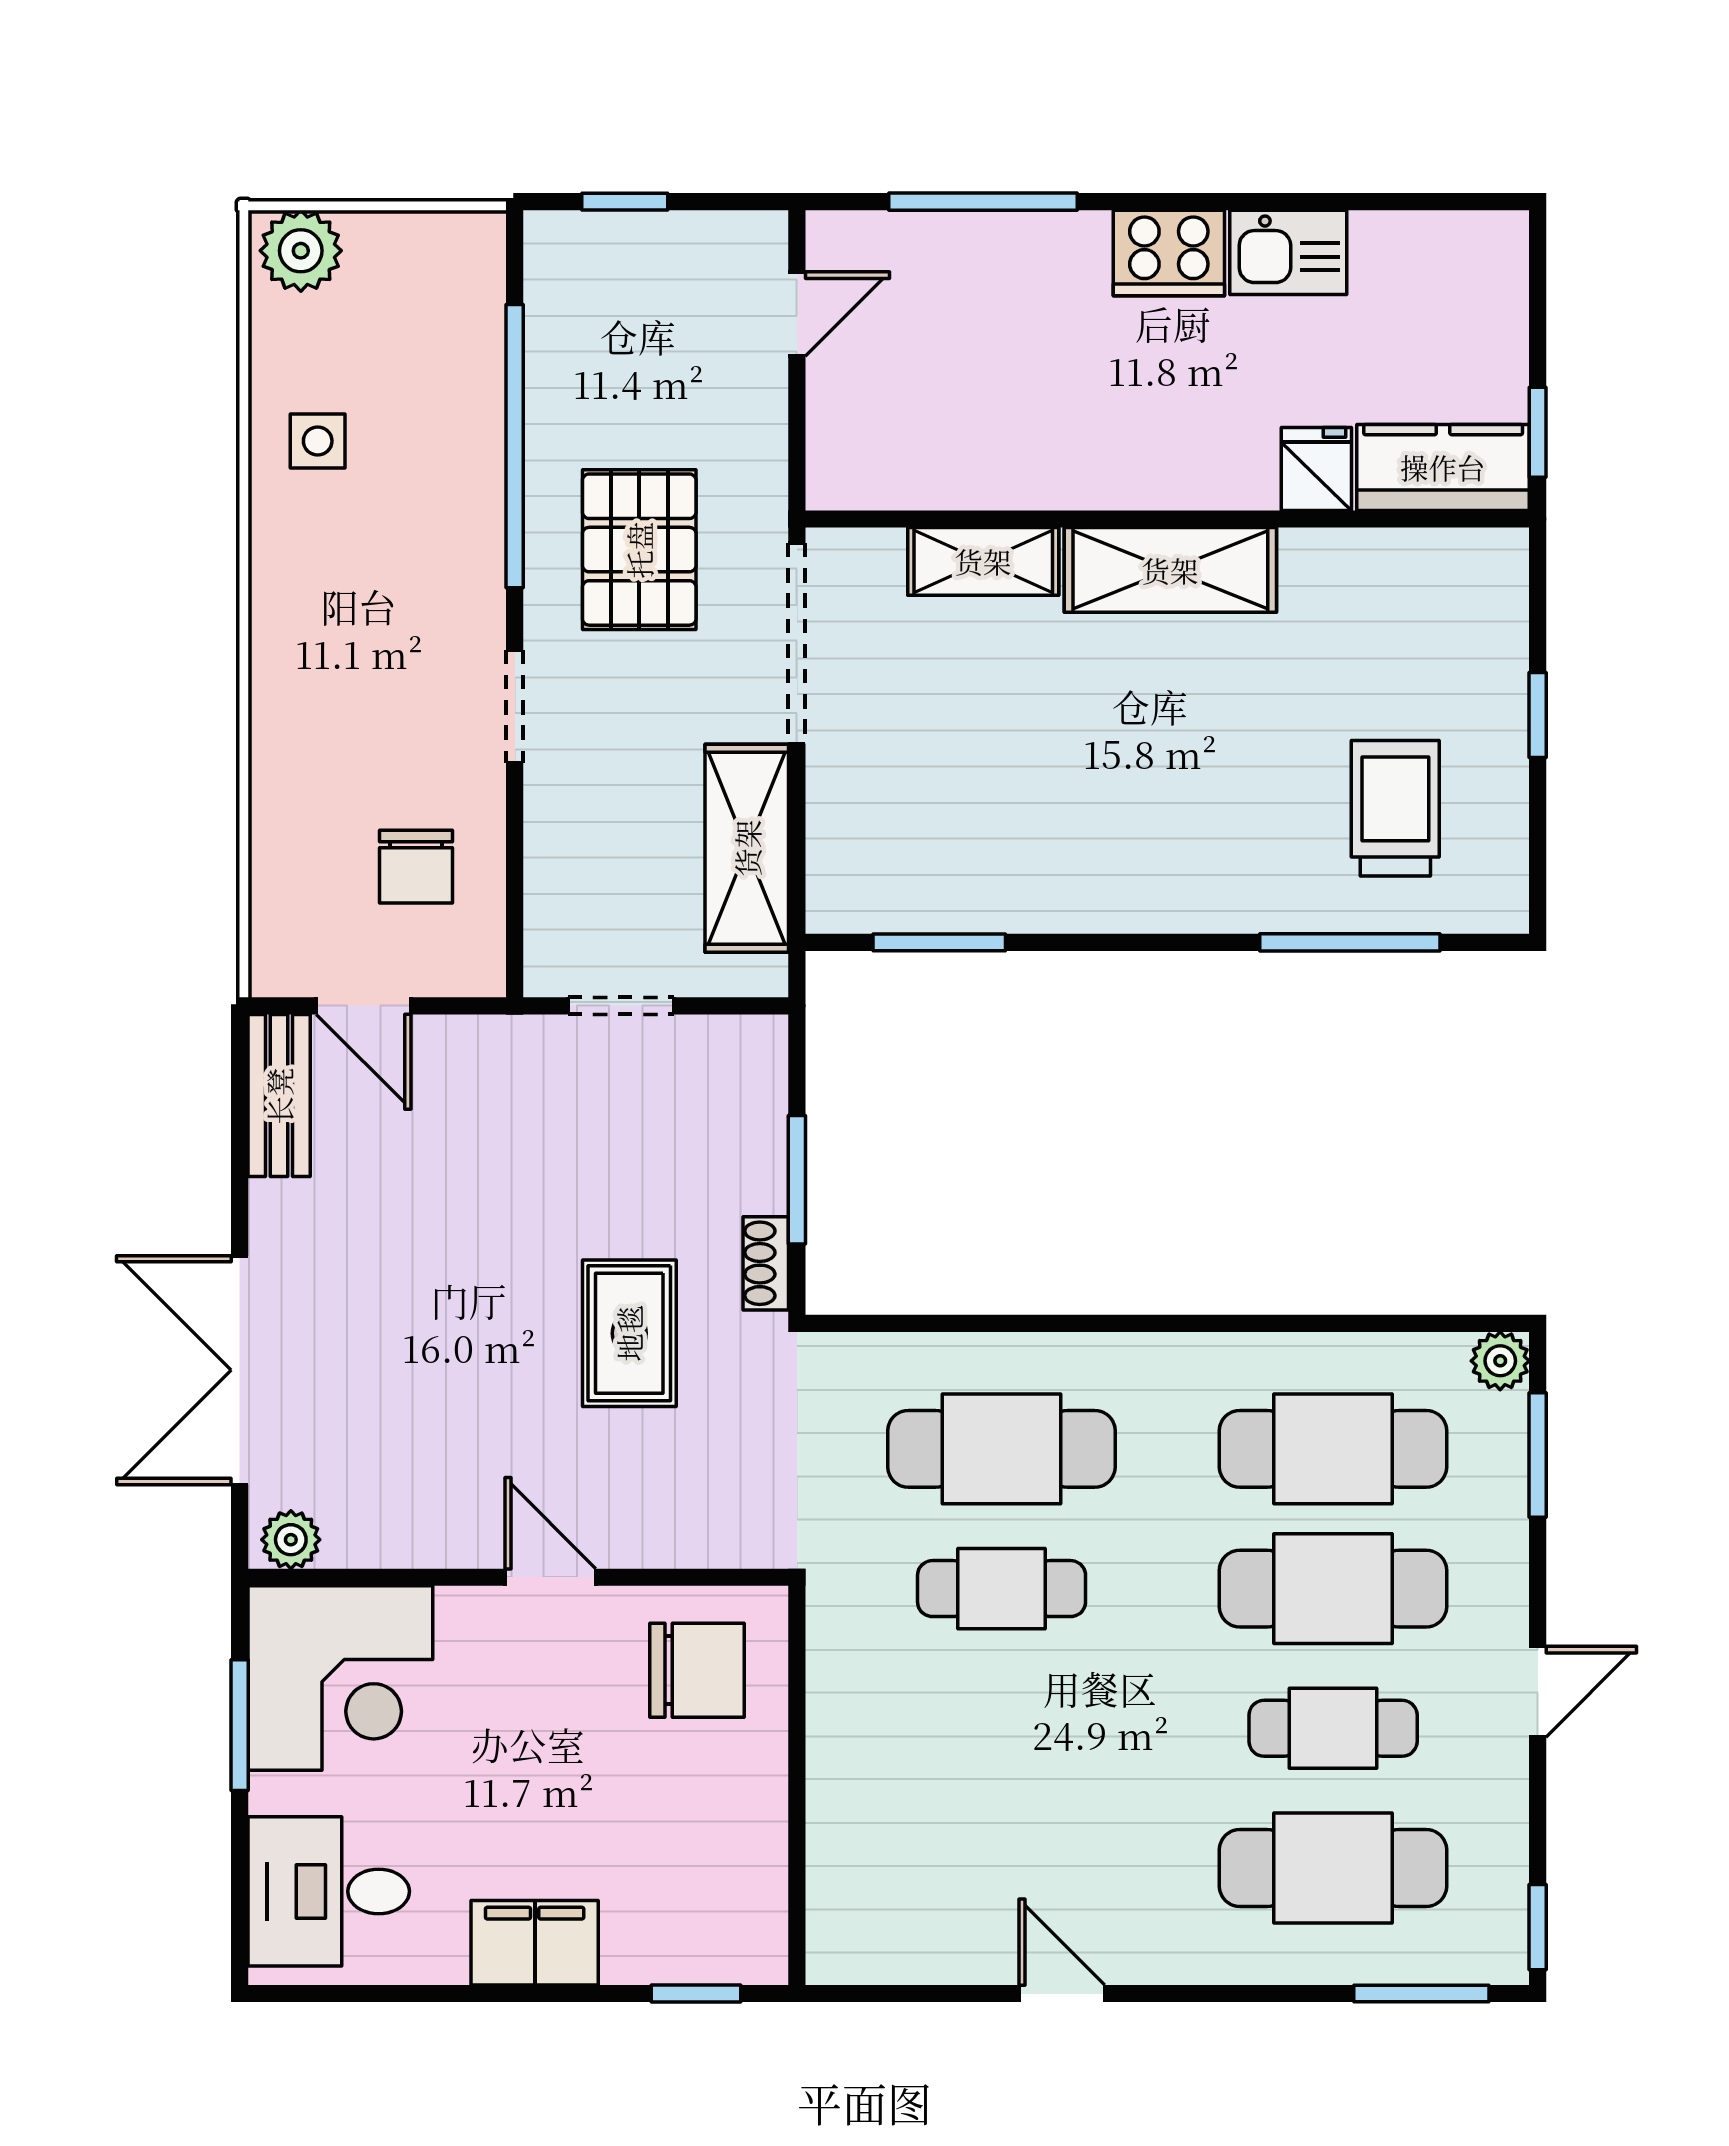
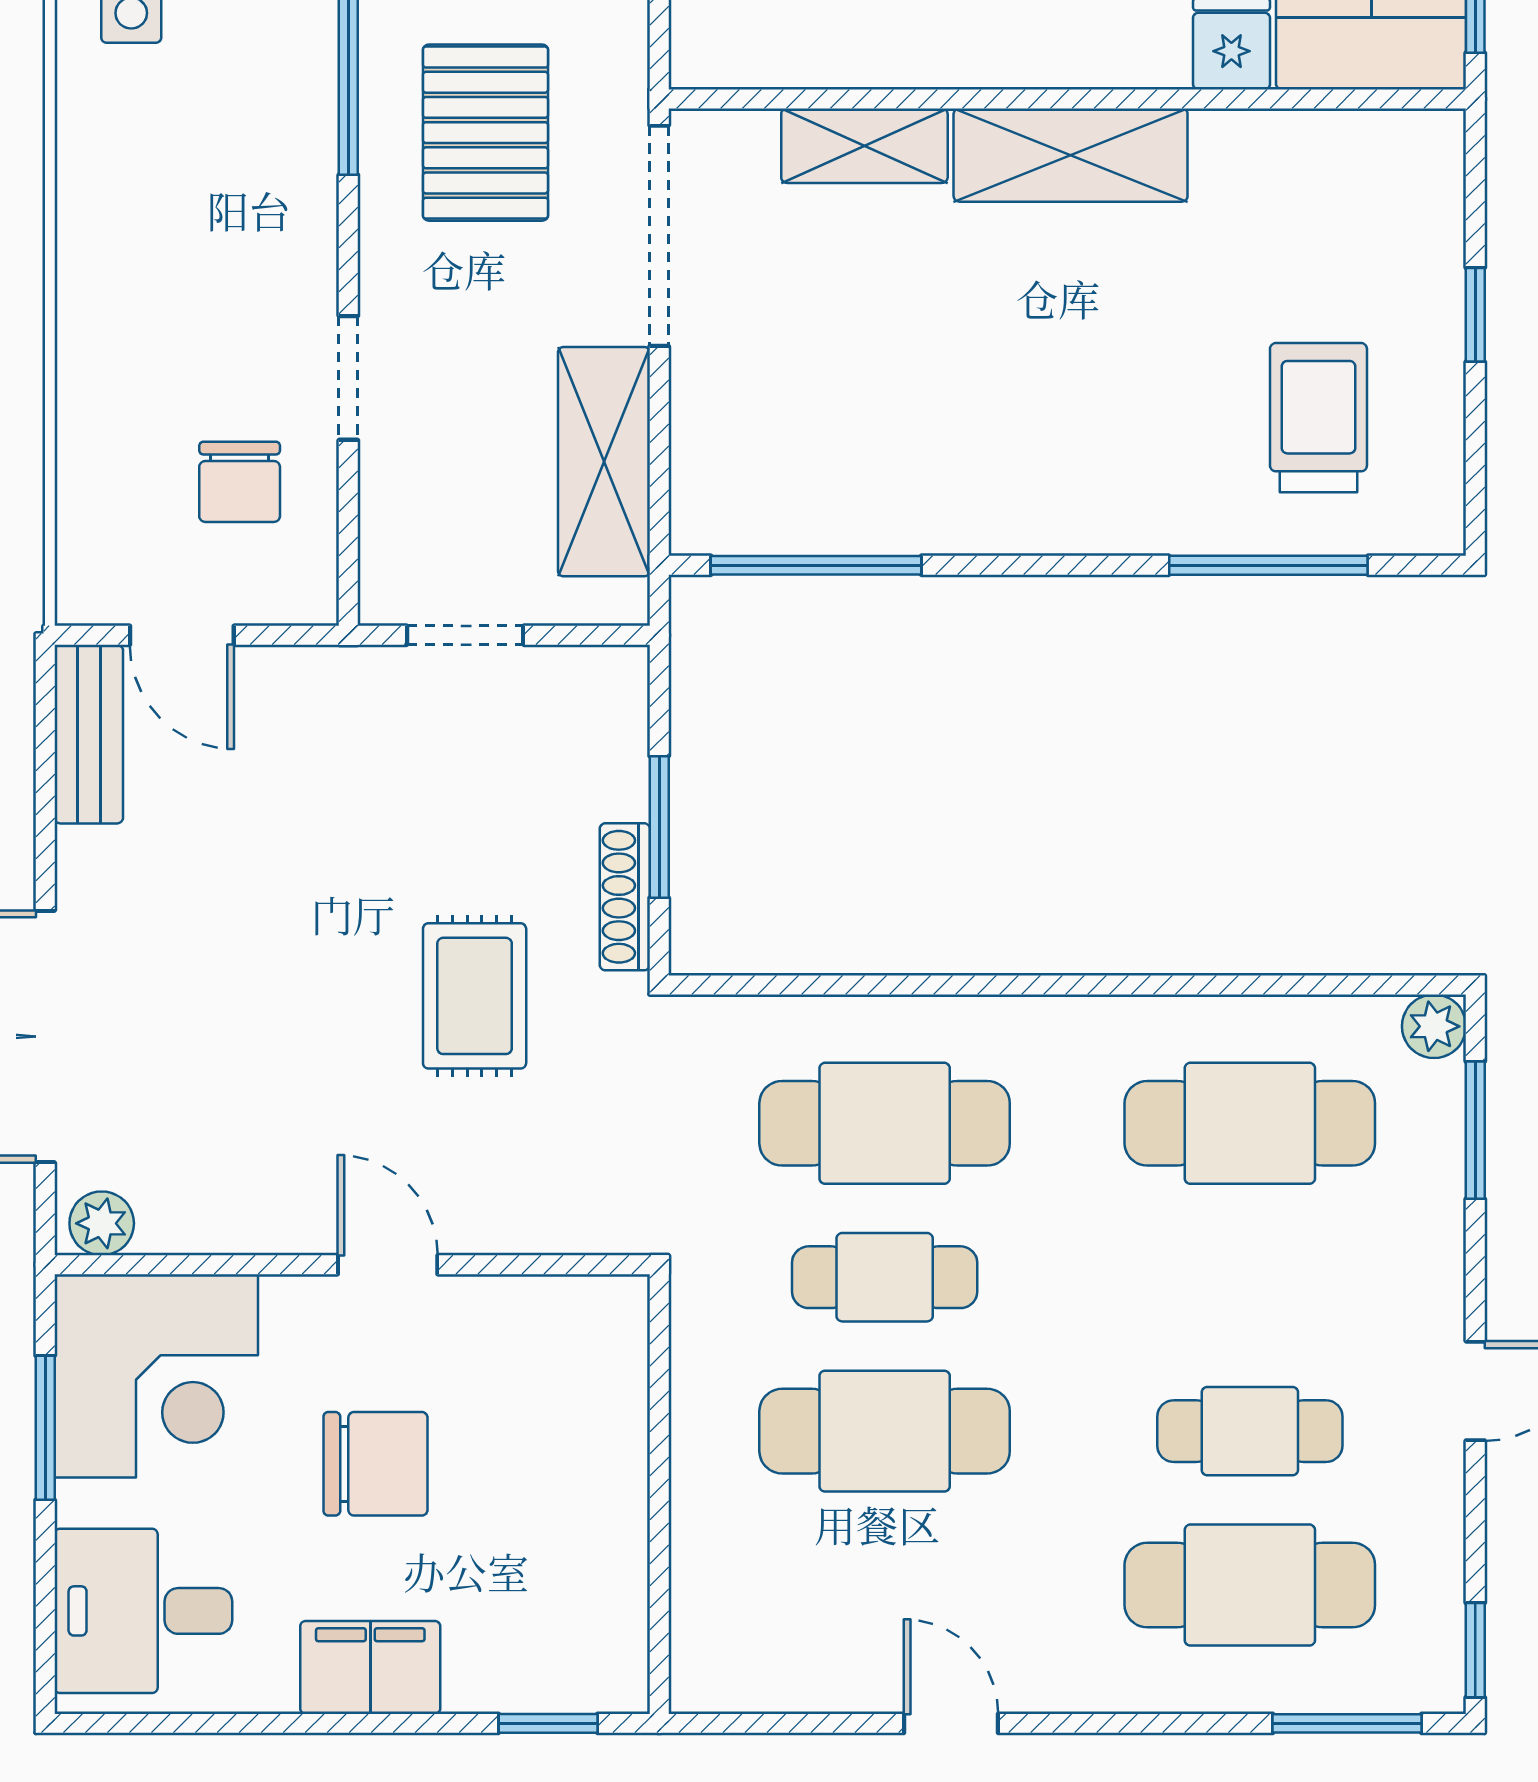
doorway: (515, 706) -> (348, 378), moved
window: (939, 942) -> (816, 565), width x1.44
shoe rack: (766, 1263) -> (625, 897), width x1.43
cafe table: (1333, 1589) -> (885, 1431), moved
chair: (697, 1670) -> (375, 1464), moved

